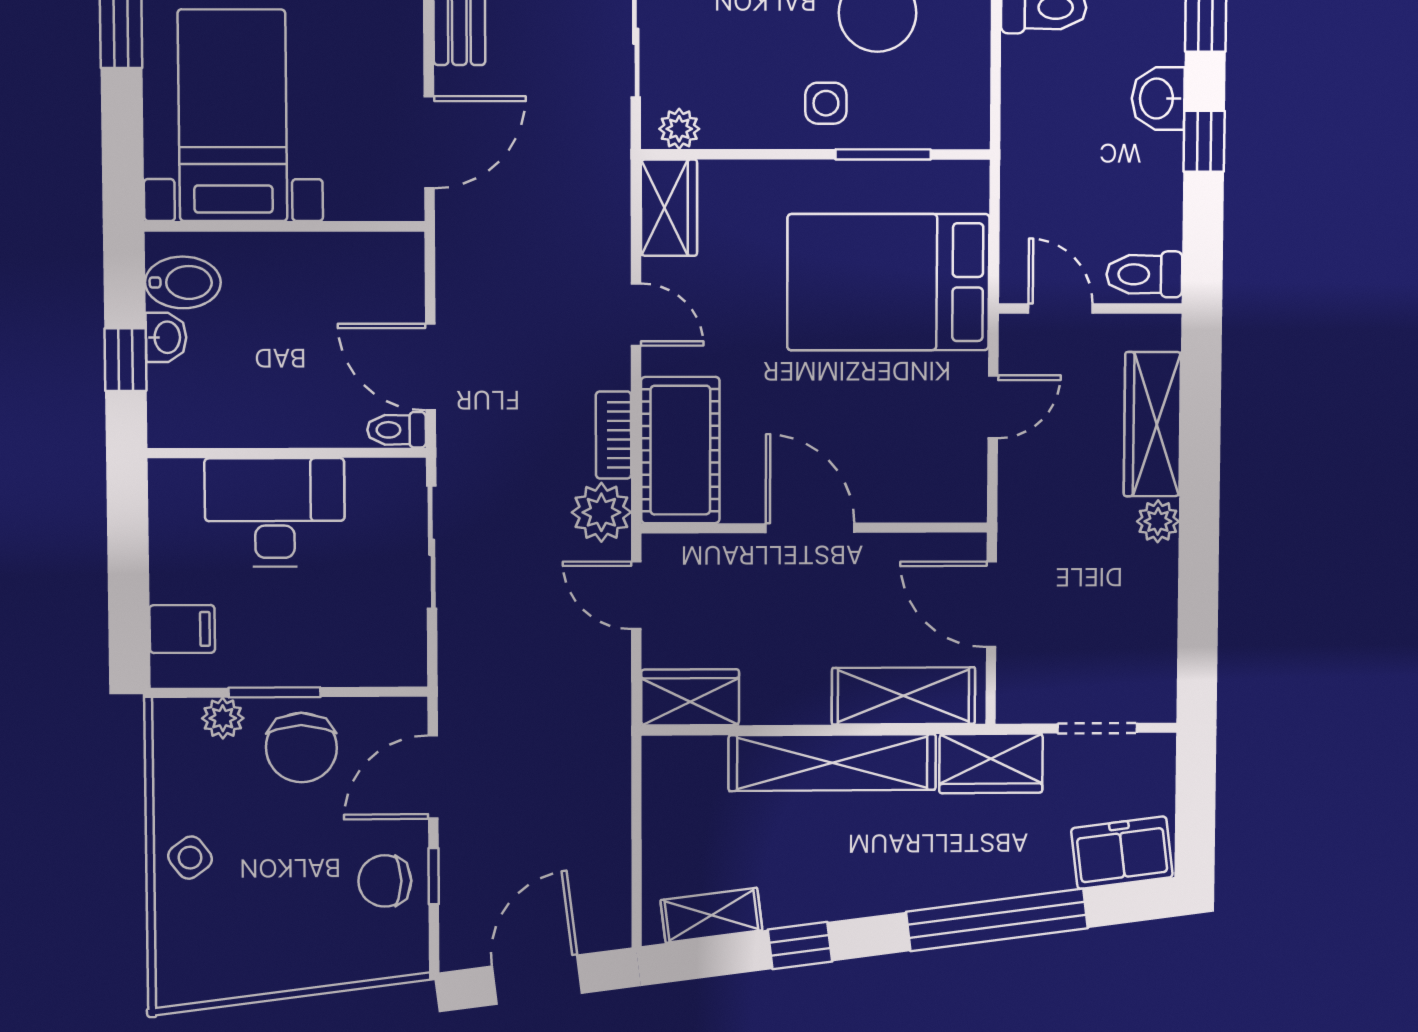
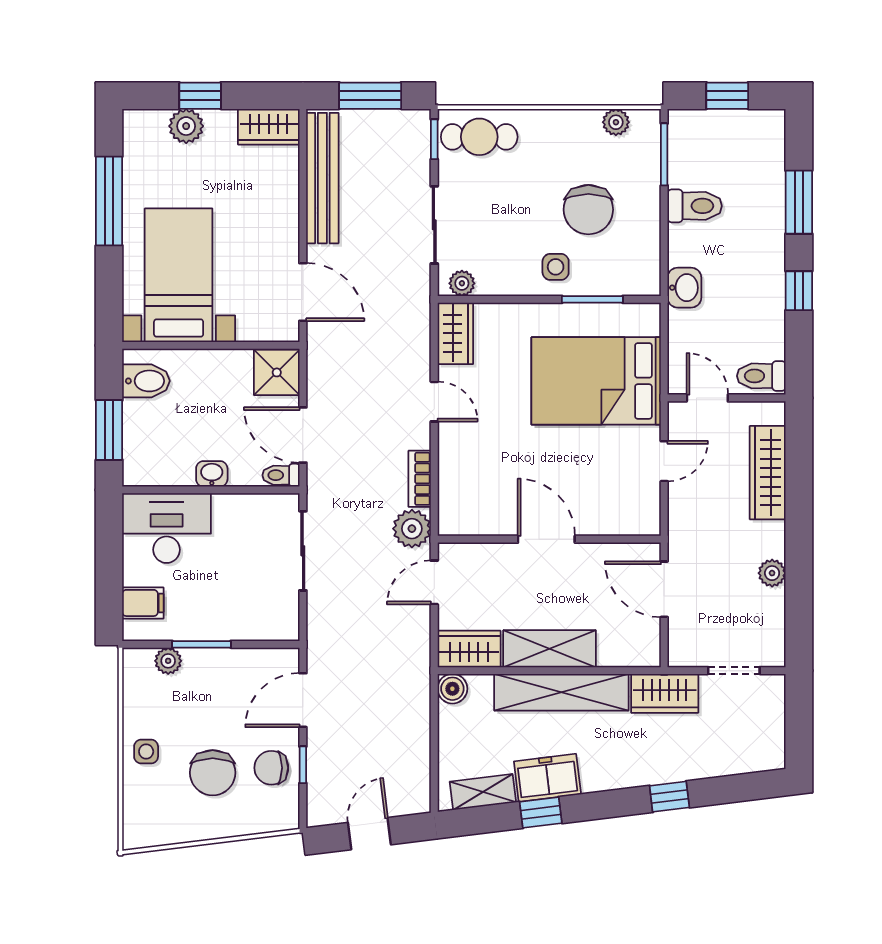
washbasin: (1158, 99) -> (684, 288), moved, turned 180
door: (429, 142) -> (303, 292), hinge flipped
shower: (389, 269) -> (277, 372), added
washbasin: (166, 337) -> (212, 474), moved, turned -90
window: (125, 360) -> (109, 430), width x1.50
cot: (680, 450) -> (463, 489), removed
desk: (275, 512) -> (167, 528), moved
plant: (1158, 521) -> (772, 573), moved
door: (636, 595) -> (434, 582), hinge flipped
shelving: (903, 696) -> (550, 649), moved
chair: (301, 748) -> (213, 773), moved
boiler: (664, 758) -> (452, 689), added
freezer: (1122, 853) -> (547, 778), moved
side table: (190, 858) -> (146, 752), turned 37
window: (997, 920) -> (669, 797), width x0.32
door: (537, 980) -> (369, 834), width x0.73

